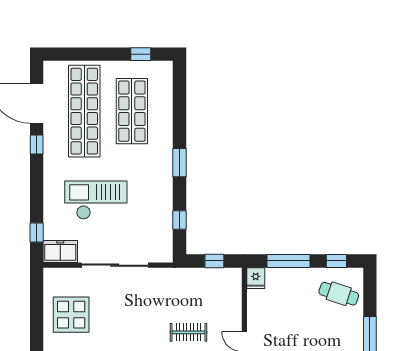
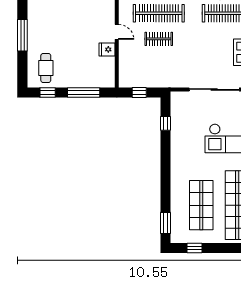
window: (179, 163) -> (166, 223), moved
fridge: (256, 278) -> (107, 49), moved, turned -90
cafe table: (339, 294) -> (46, 68), turned 72

